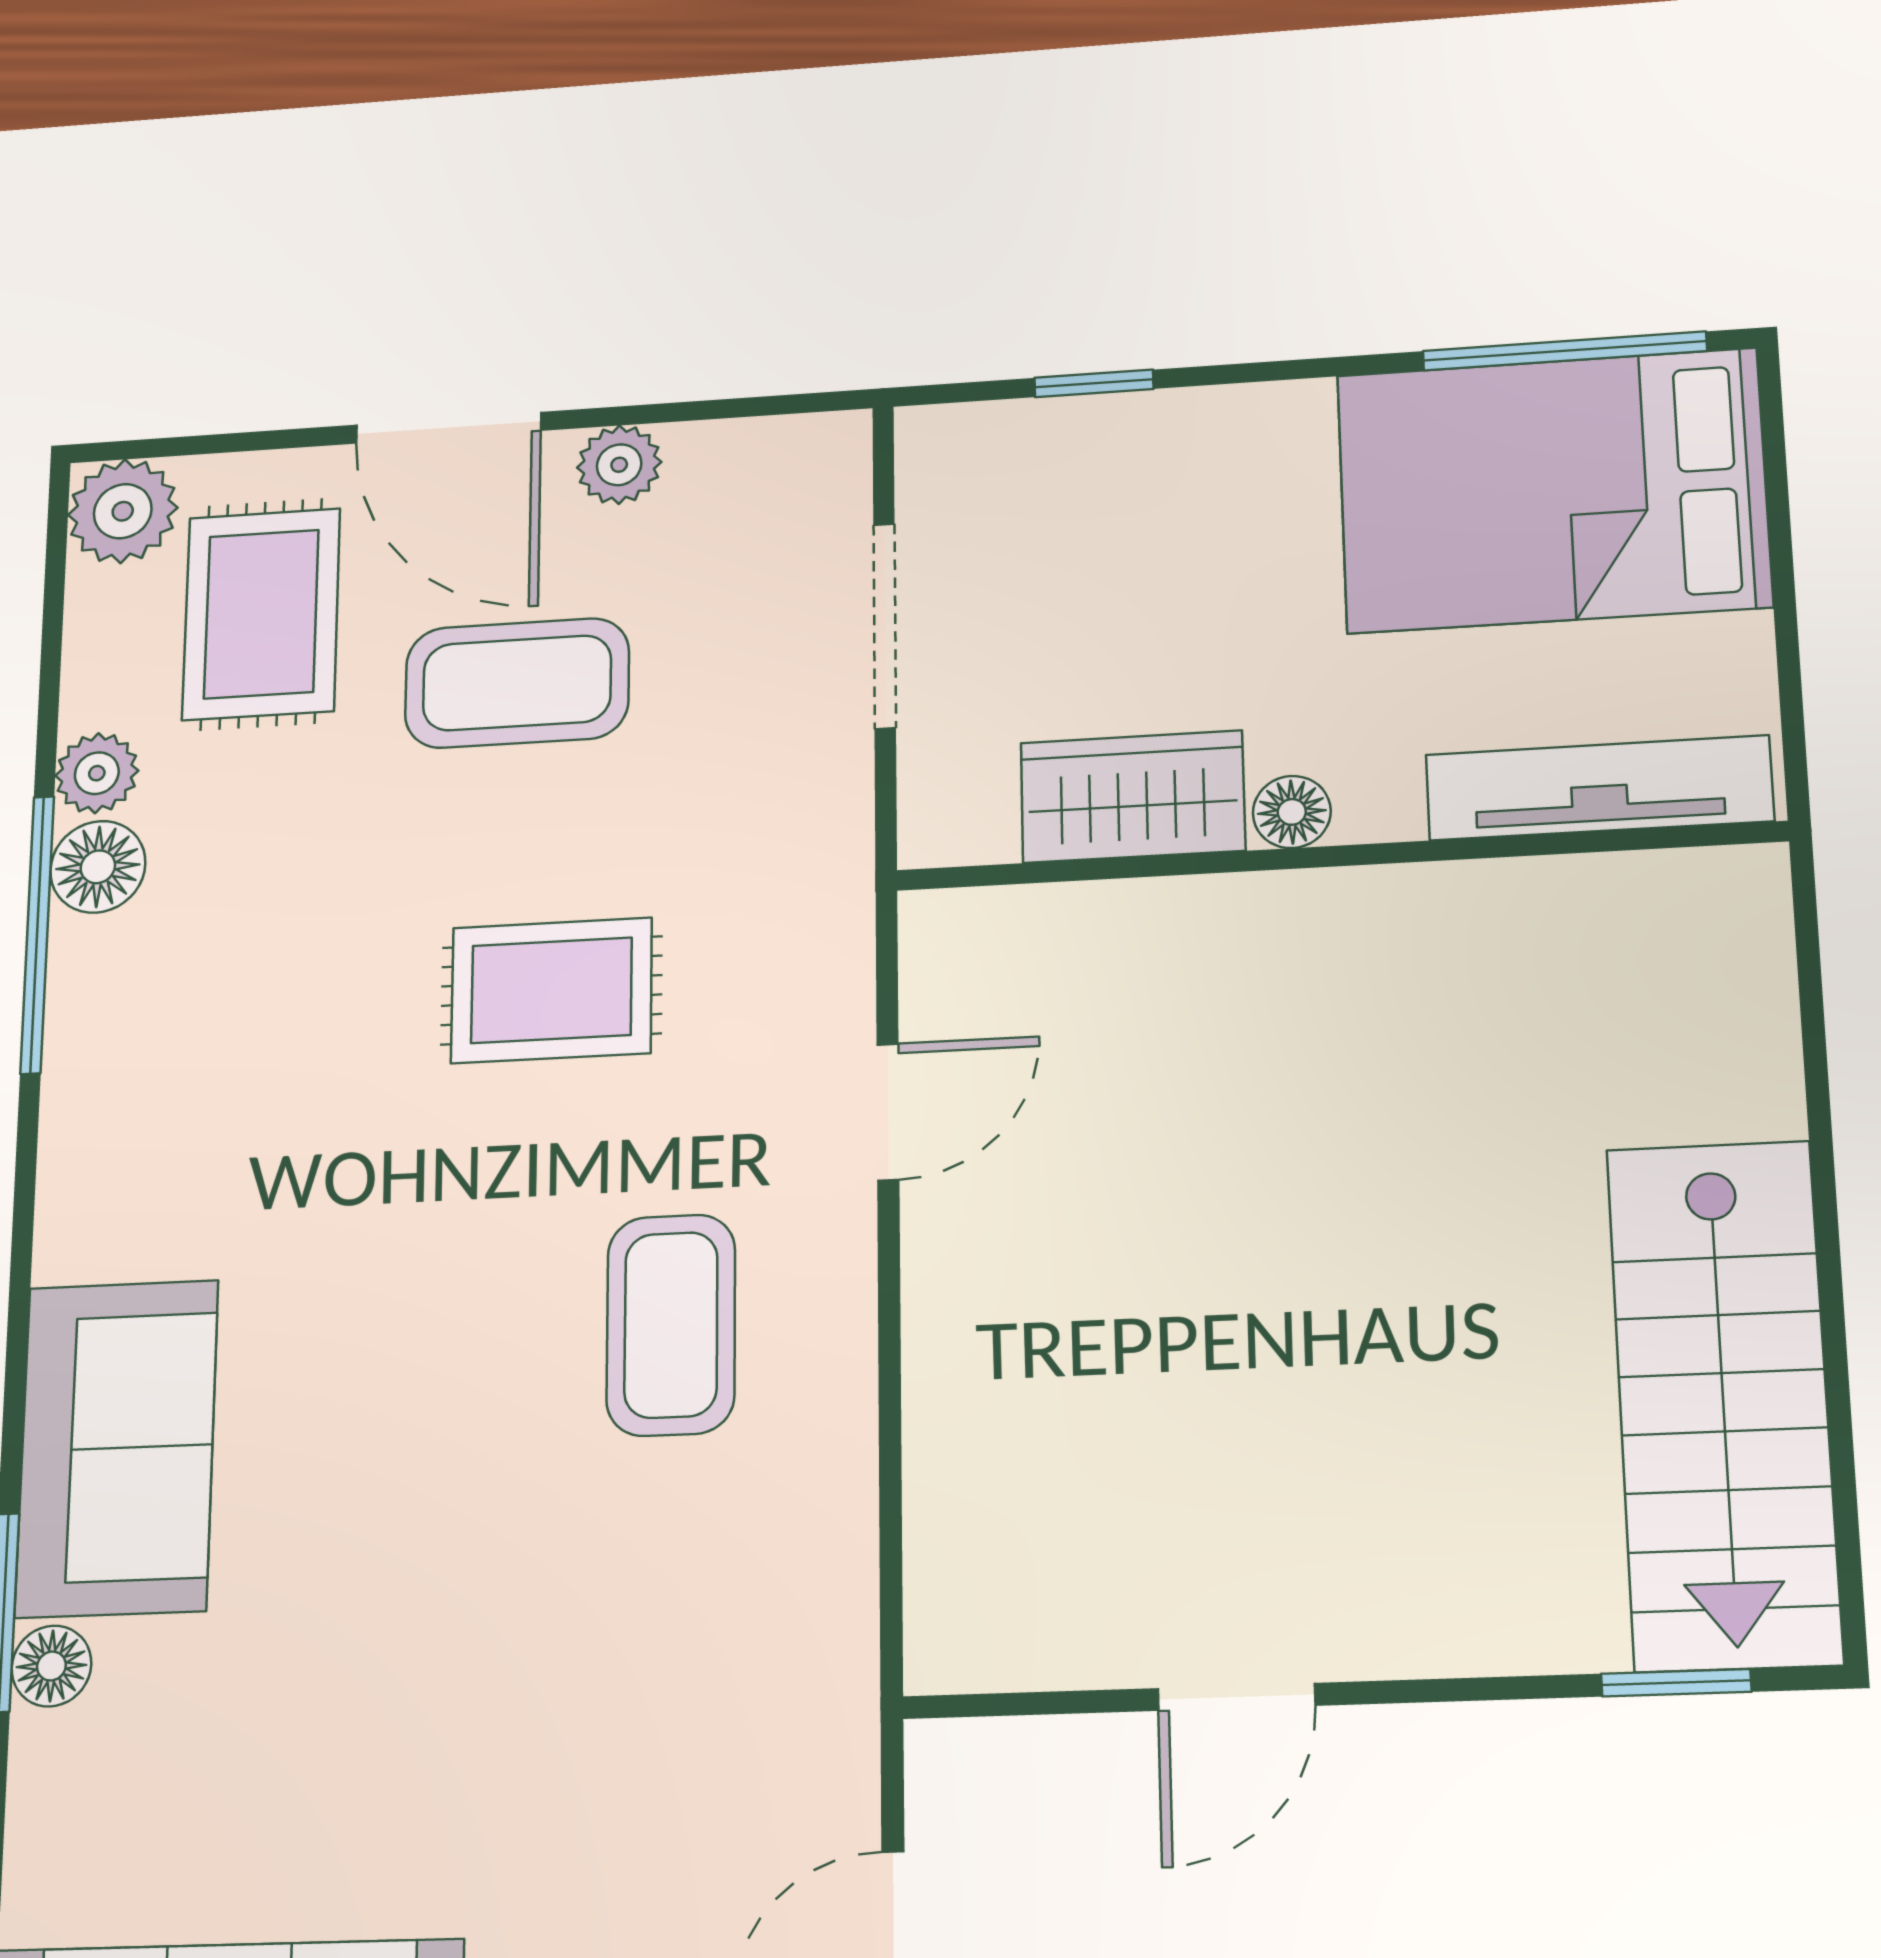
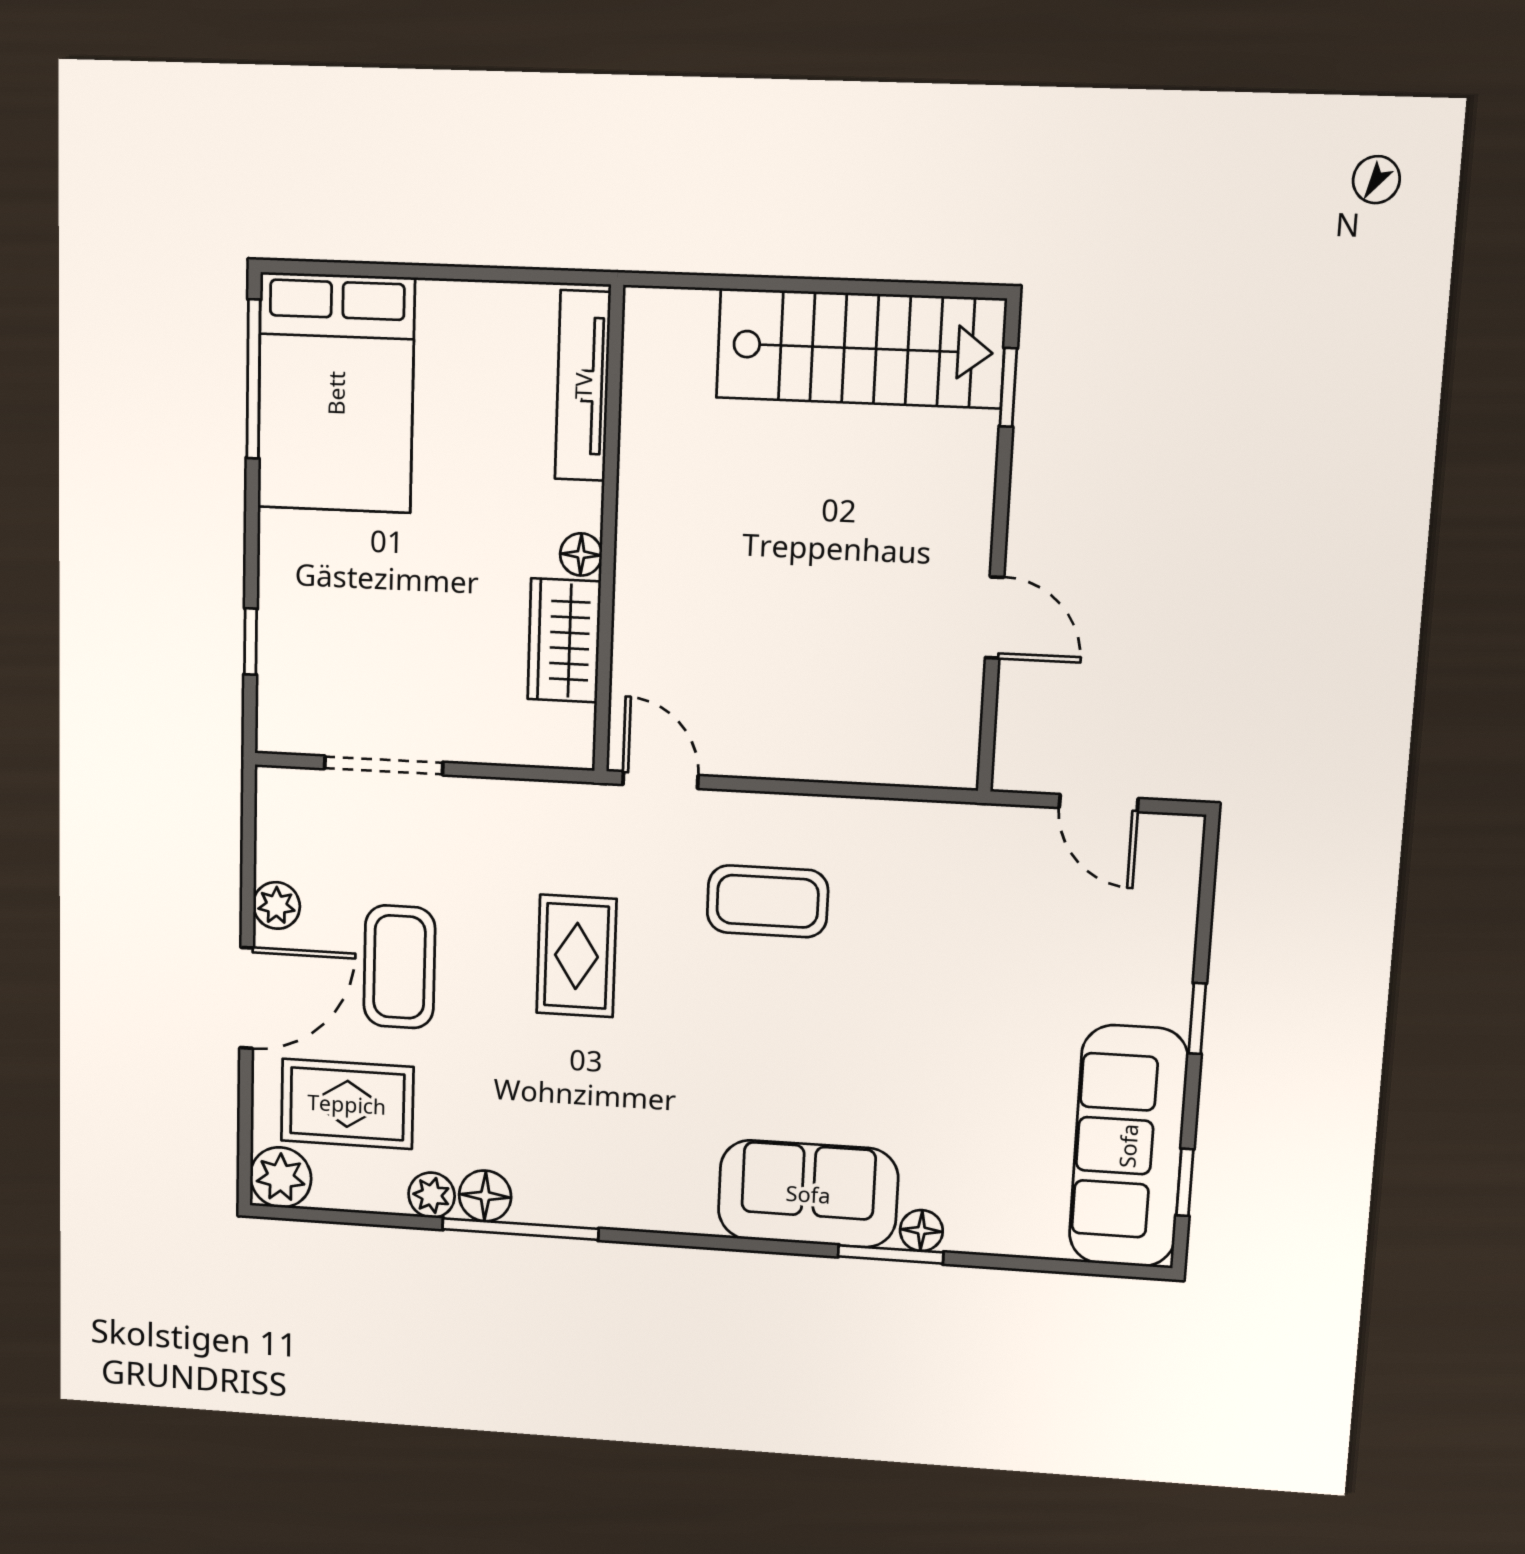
tv unit: (1599, 788) -> (583, 386), moved
wardrobe: (1133, 797) -> (564, 640), moved
floor lamp: (1292, 812) -> (581, 554), moved
wall: (1337, 856) -> (609, 532), moved

